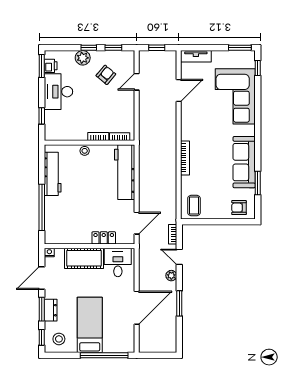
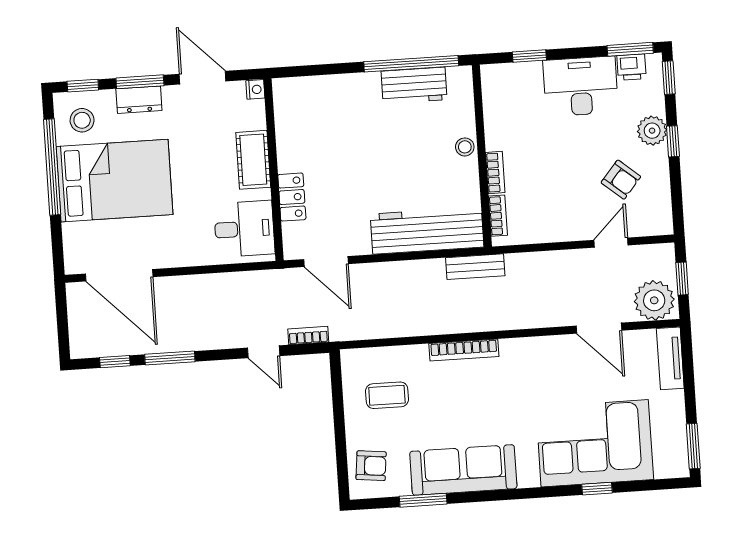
window: (113, 48) -> (669, 78), moved
window: (258, 68) -> (597, 489), moved
door: (137, 82) -> (611, 243), hinge flipped
bench: (144, 150) -> (475, 267), added
workbench: (53, 174) -> (414, 85), width x0.73
coffee table: (194, 205) -> (387, 395), moved
window: (42, 207) -> (411, 64), moved
armchair: (239, 208) -> (371, 466), turned 96
door: (179, 257) -> (264, 352), swing flipped
cot: (84, 258) -> (253, 160), width x0.73, depth x0.75
plant: (171, 276) -> (654, 300), moved, width x1.88, depth x1.88
door: (137, 308) -> (119, 275), moved
bed: (90, 325) -> (114, 181), width x1.50
window: (179, 331) -> (115, 362), added
window: (104, 355) -> (52, 167), moved

